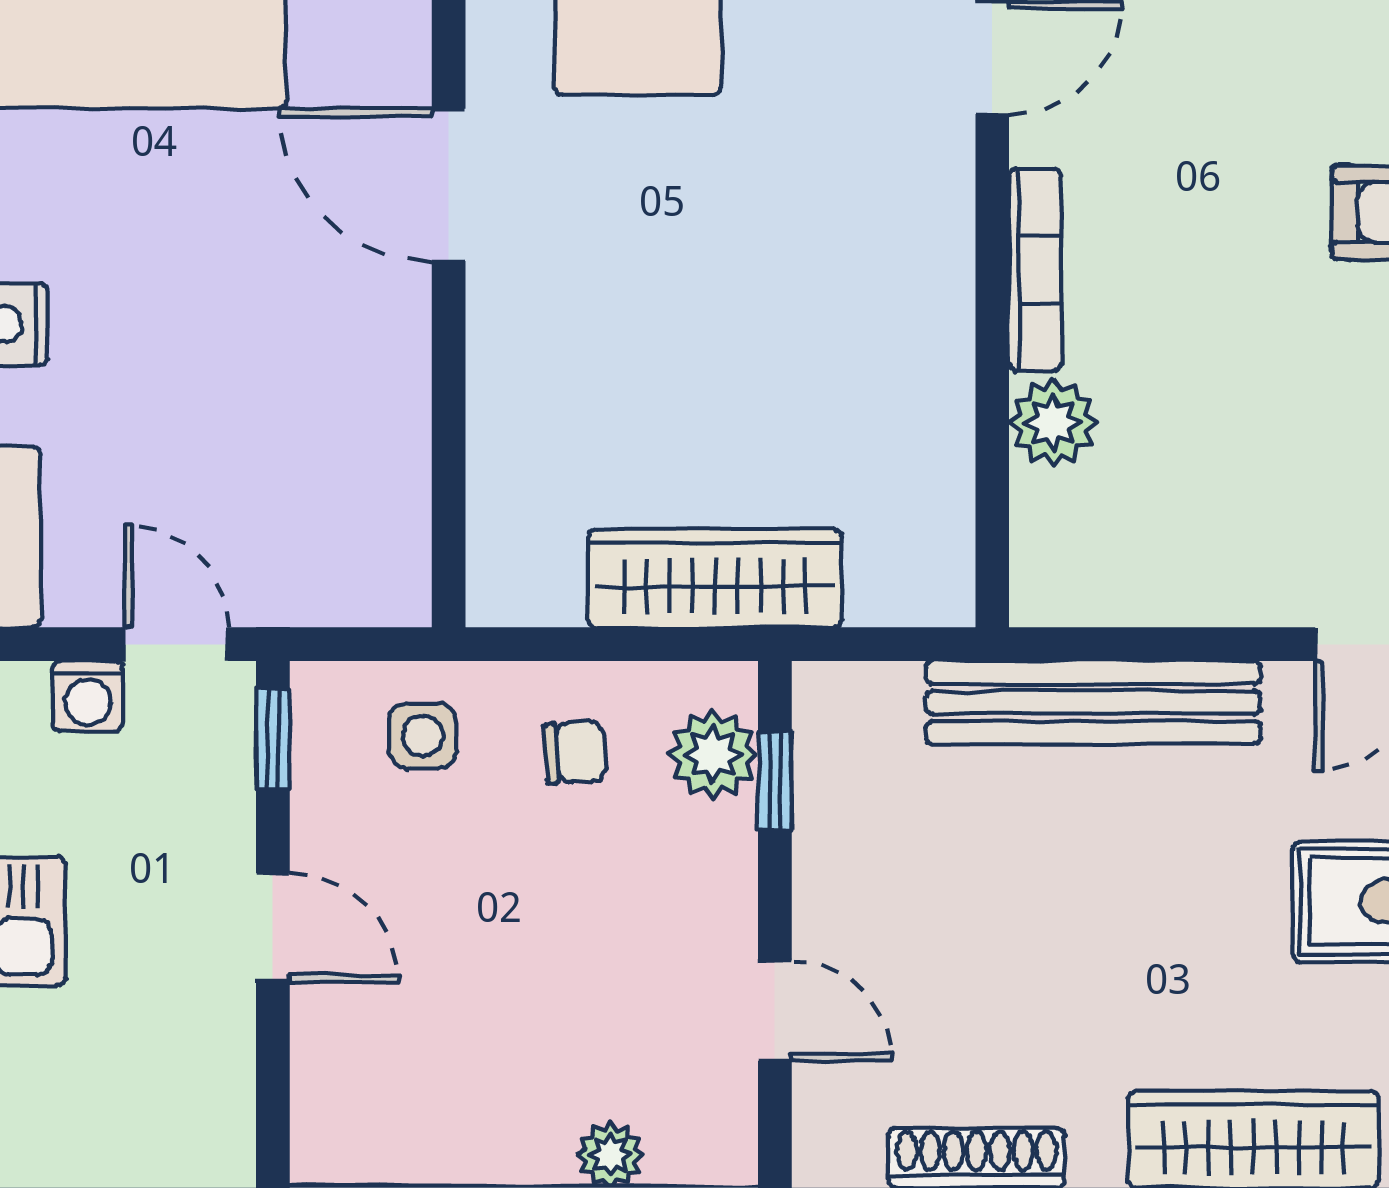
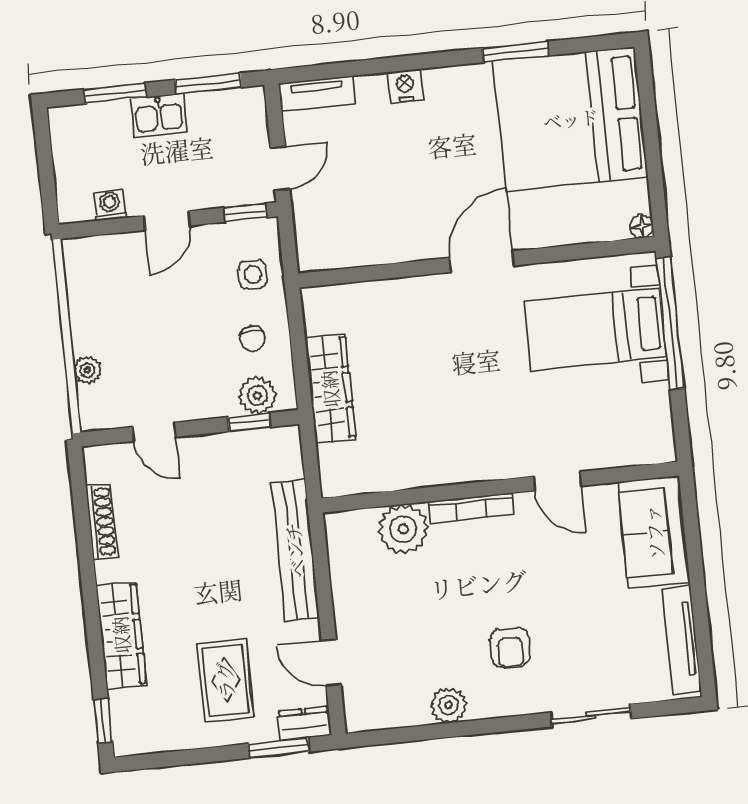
plant: (1053, 423) -> (403, 529), width x1.36, depth x1.36
washing machine: (88, 696) -> (110, 205), moved, turned 90
door: (775, 1011) -> (154, 432), hinge flipped

